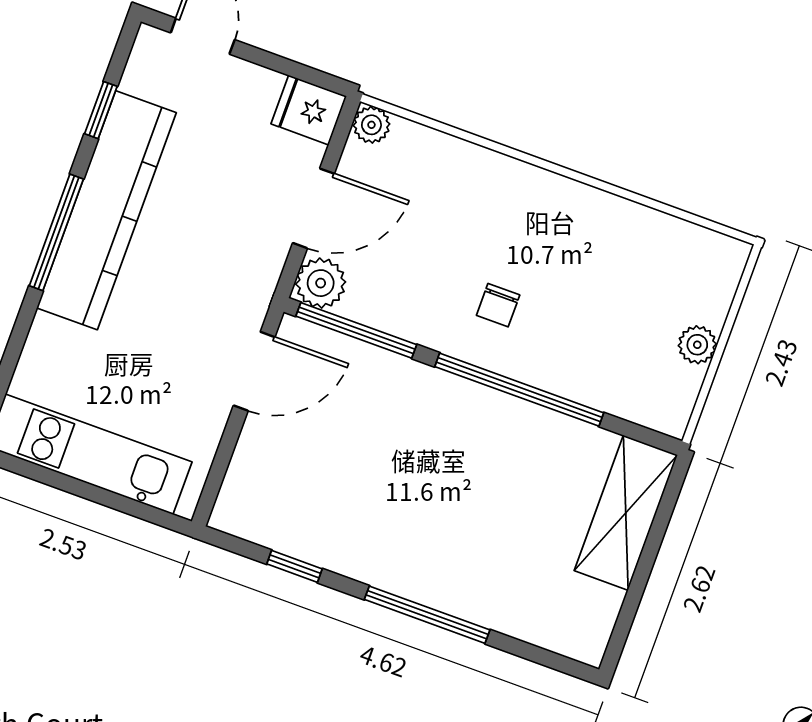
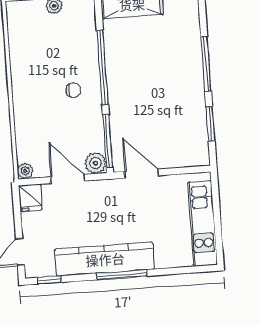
window: (101, 110) -> (49, 280), moved
window: (294, 566) -> (210, 124), width x1.50

